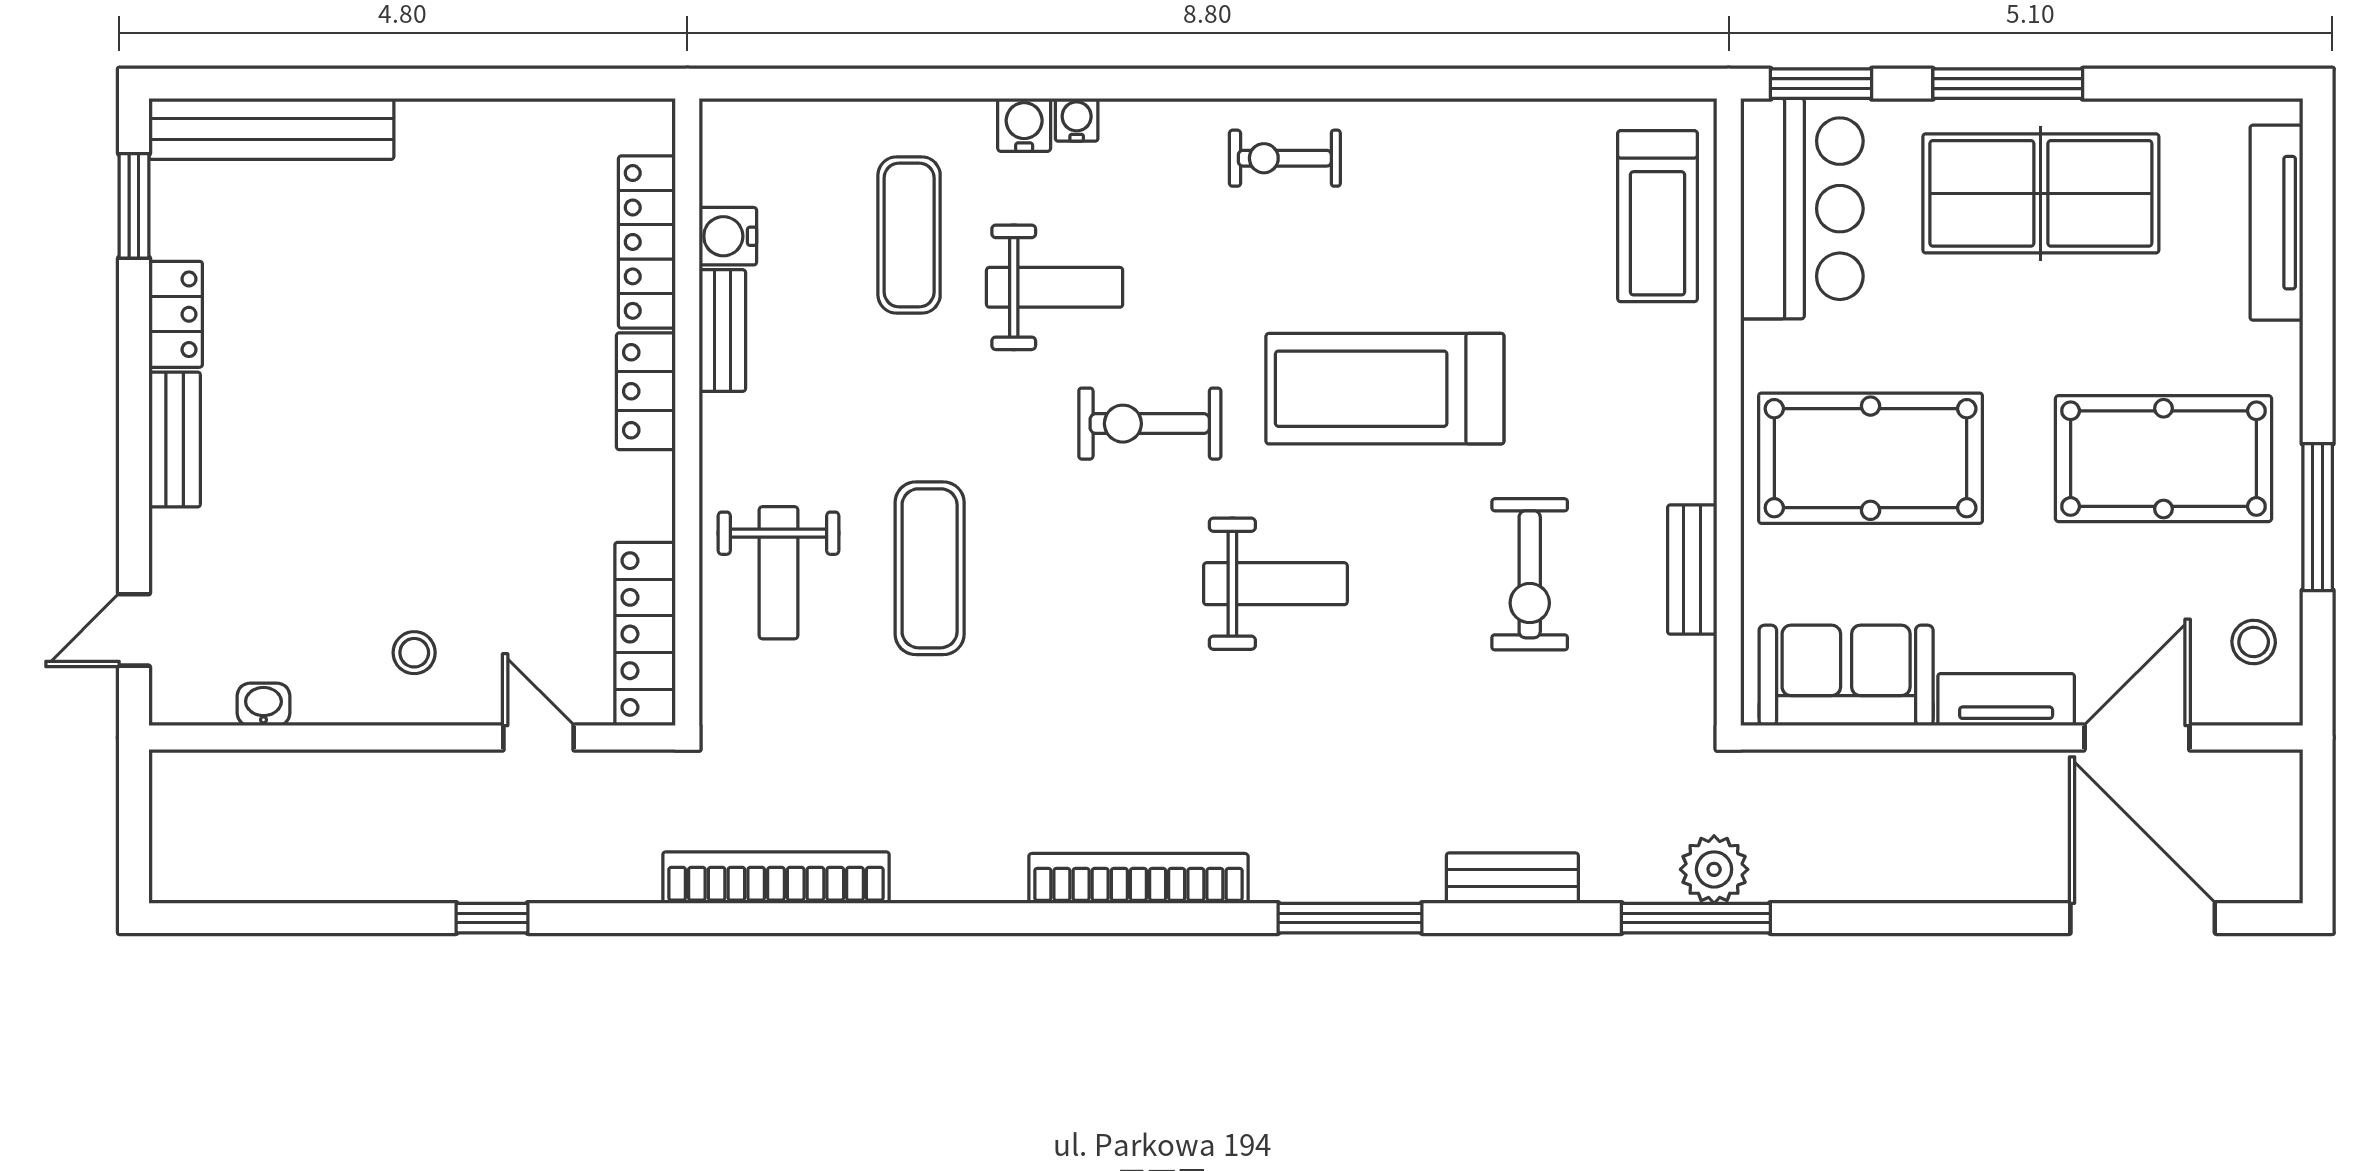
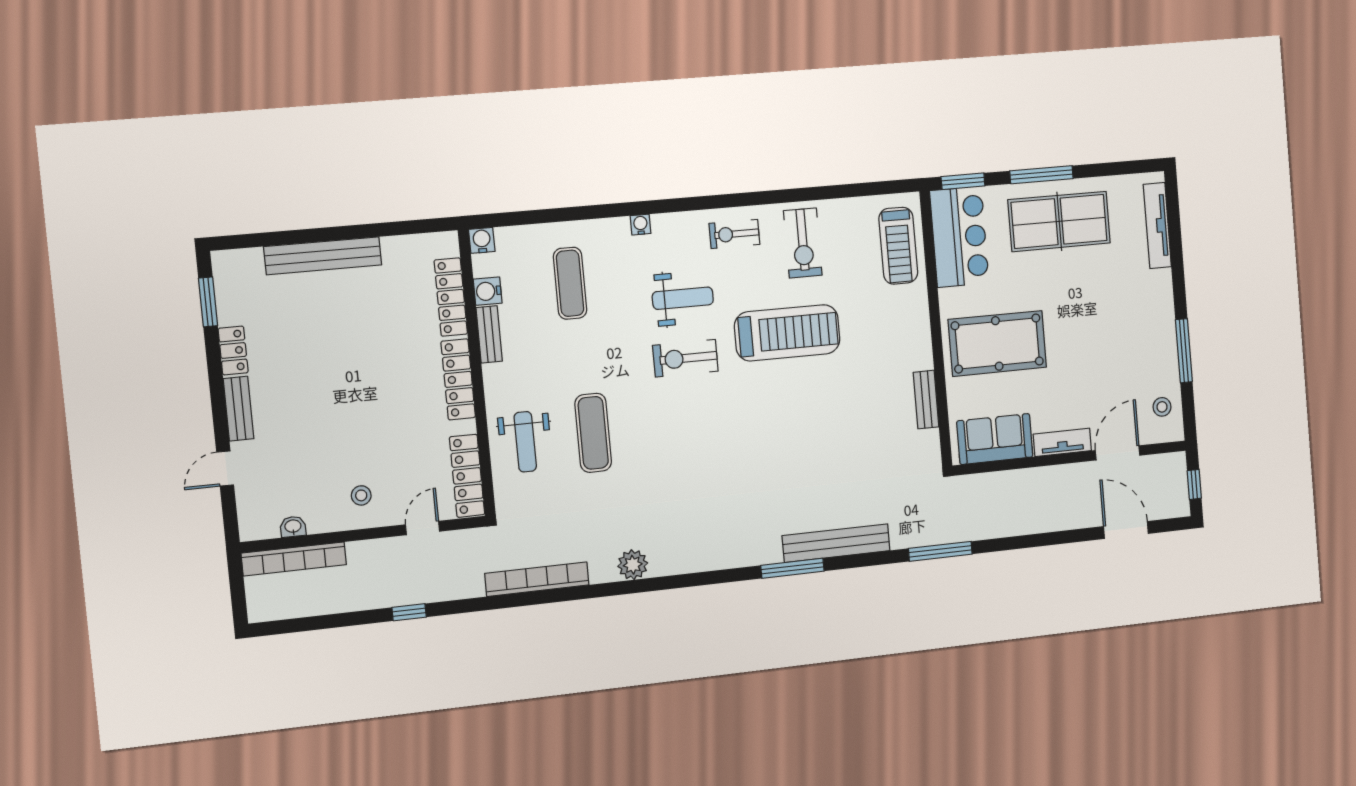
water cooler: (1024, 125) -> (482, 240), moved
bench: (271, 129) -> (323, 256), moved
weight bench: (1055, 287) -> (683, 298), moved
treadmill: (1385, 389) -> (787, 333), turned 180
locker: (646, 391) -> (458, 379), width x1.53
pool table: (2164, 459) -> (1119, 332), removed
exercise bike: (1530, 574) -> (803, 243), moved
weight bench: (1275, 584) -> (747, 424), removed
door: (134, 630) -> (225, 469), moved
door: (538, 738) -> (423, 528), hinge flipped
window: (2318, 830) -> (1194, 484), added
plant: (1714, 869) -> (633, 565), moved
bookcase: (1138, 878) -> (294, 559), moved, turned 180
bench: (1512, 878) -> (836, 543), width x1.86, depth x1.21
door: (2143, 918) -> (1126, 530), width x0.73

